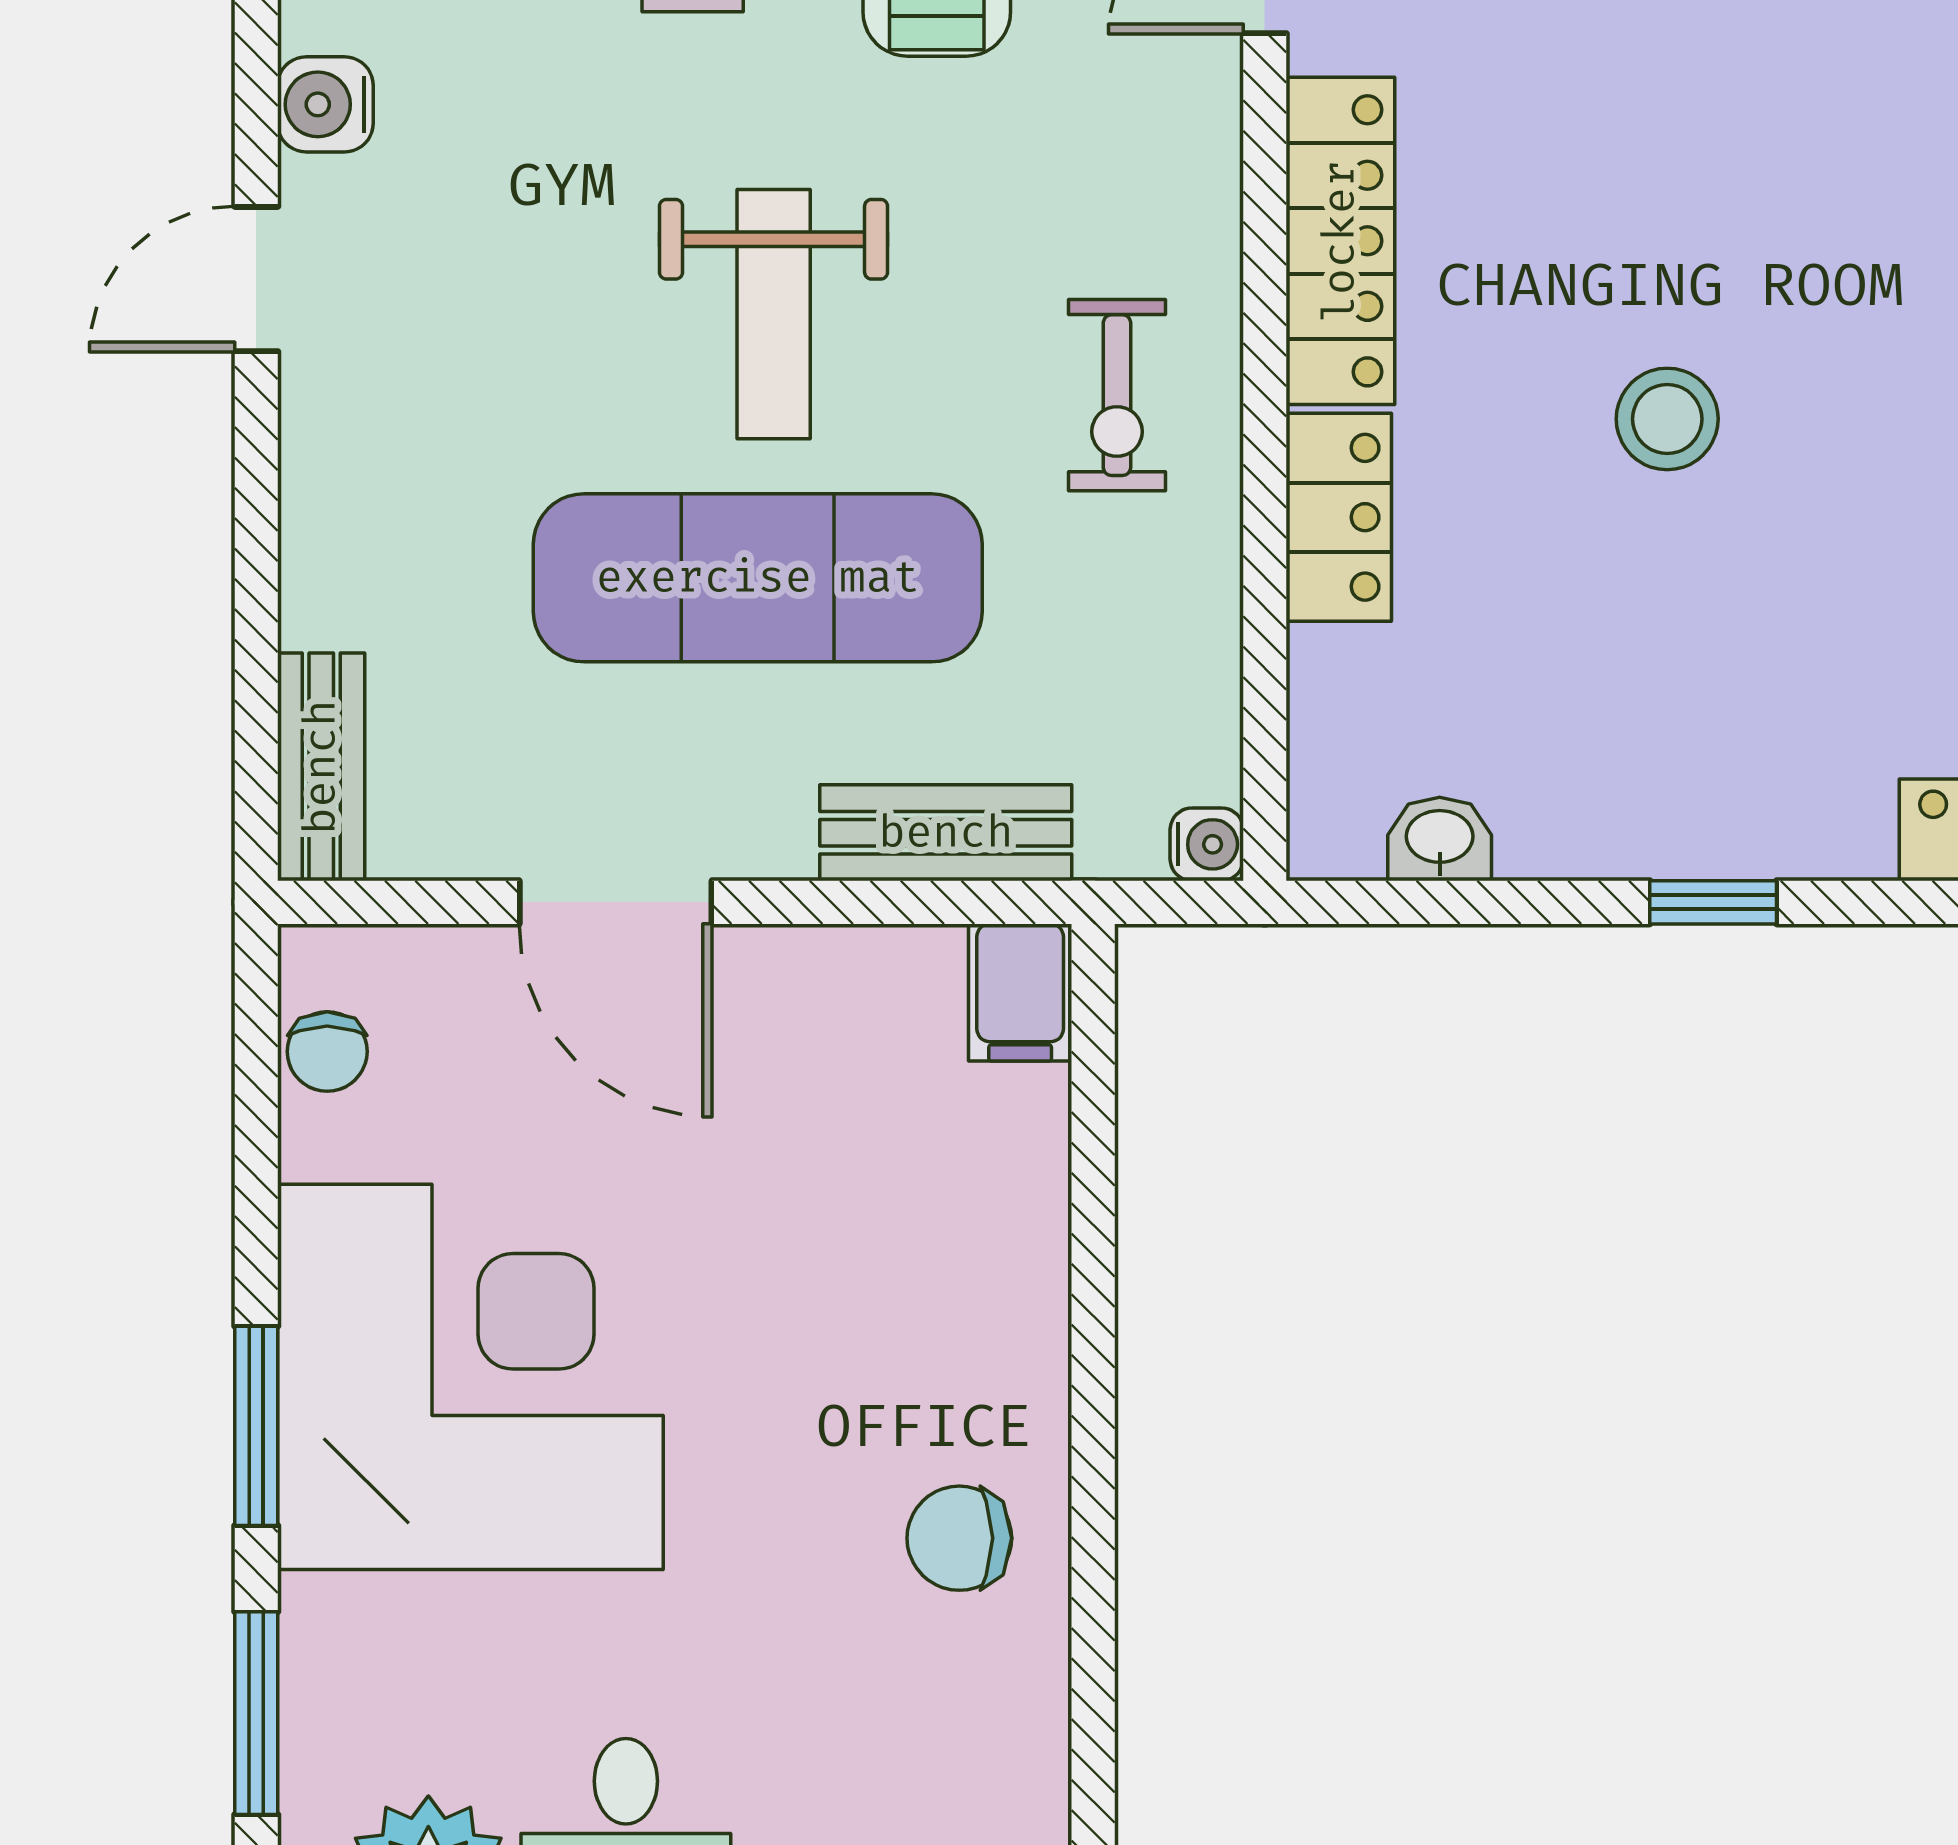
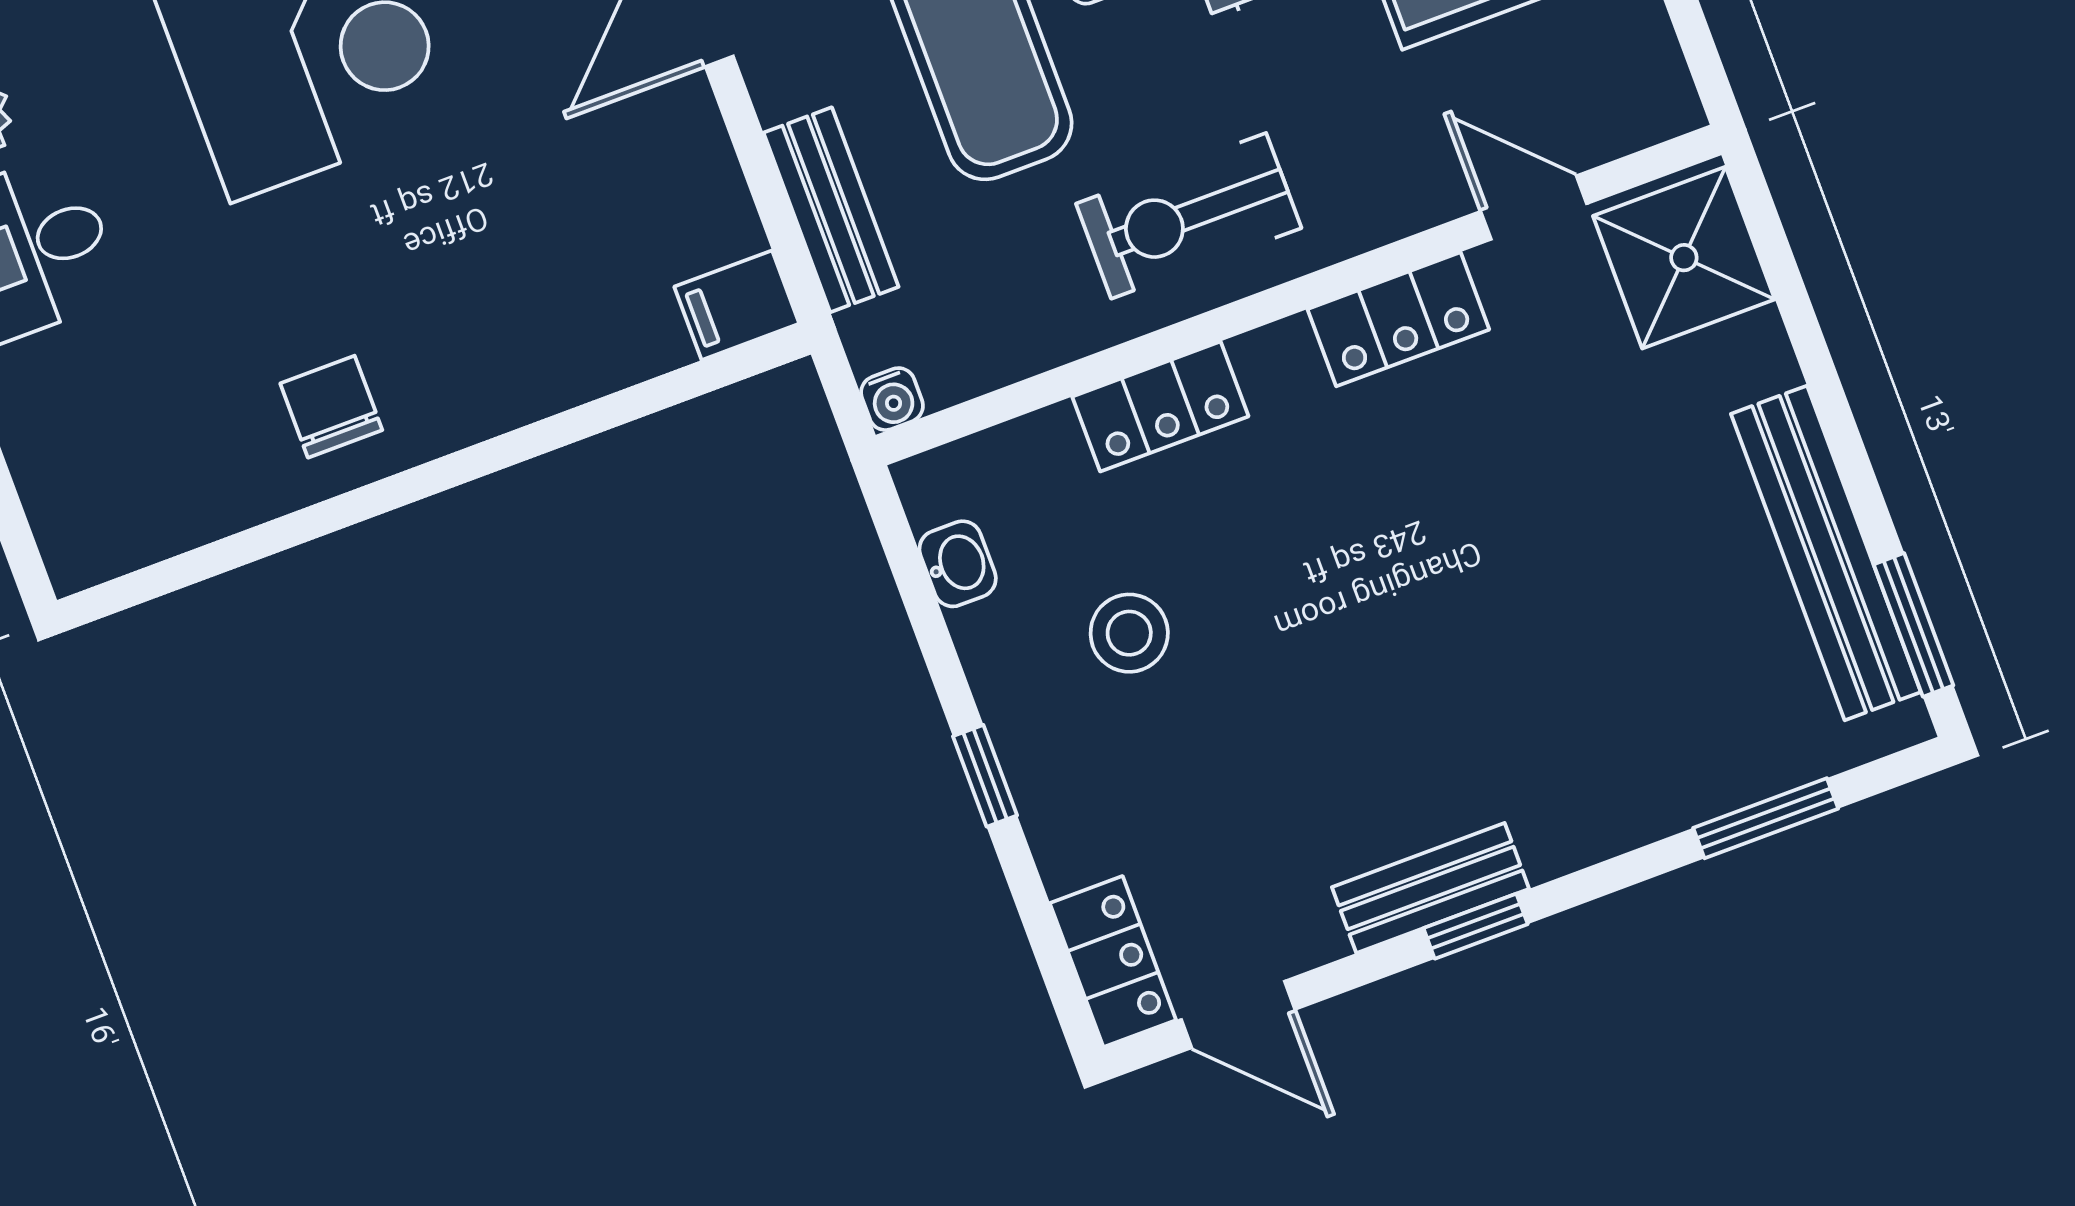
locker: (1340, 241) -> (1398, 319), width x0.66
exercise bike: (1117, 395) -> (1189, 216), width x1.38, depth x1.39
stool: (1667, 419) -> (1129, 633), moved

